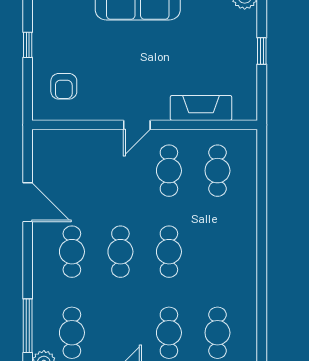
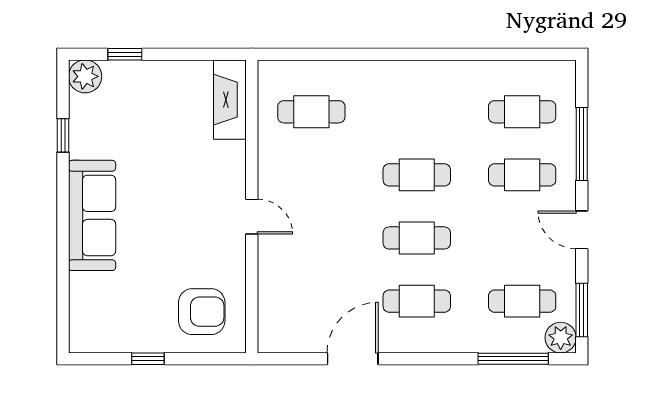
window: (262, 51) -> (125, 54), moved
armchair: (64, 86) -> (202, 312), width x1.38, depth x1.38
fireplace: (201, 108) -> (230, 100), moved
cafe table: (169, 171) -> (311, 175), removed

